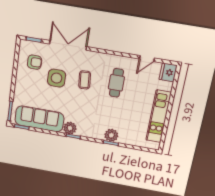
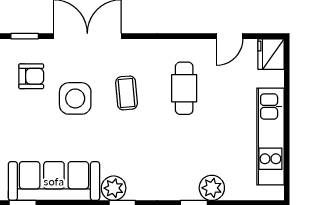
plant: (111, 135) -> (212, 188), moved

